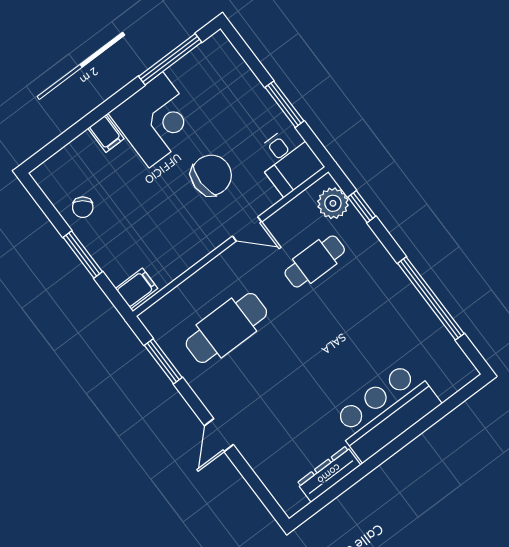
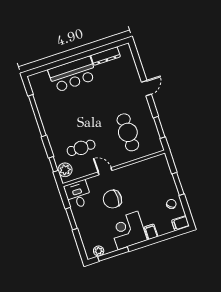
plant: (203, 55) -> (99, 251), added
filing cabinet: (137, 288) -> (180, 223), moved
cafe table: (226, 328) -> (128, 132), turned 90

